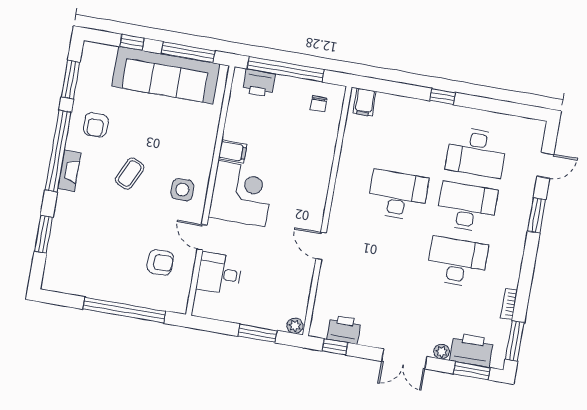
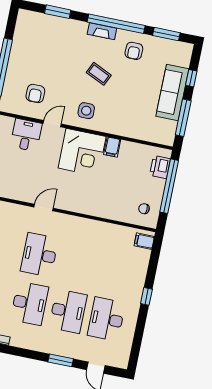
sofa: (166, 75) -> (172, 93), width x0.74, depth x0.79
armchair: (96, 125) -> (134, 51), turned -90
desk: (398, 195) -> (39, 255), moved, turned 180

